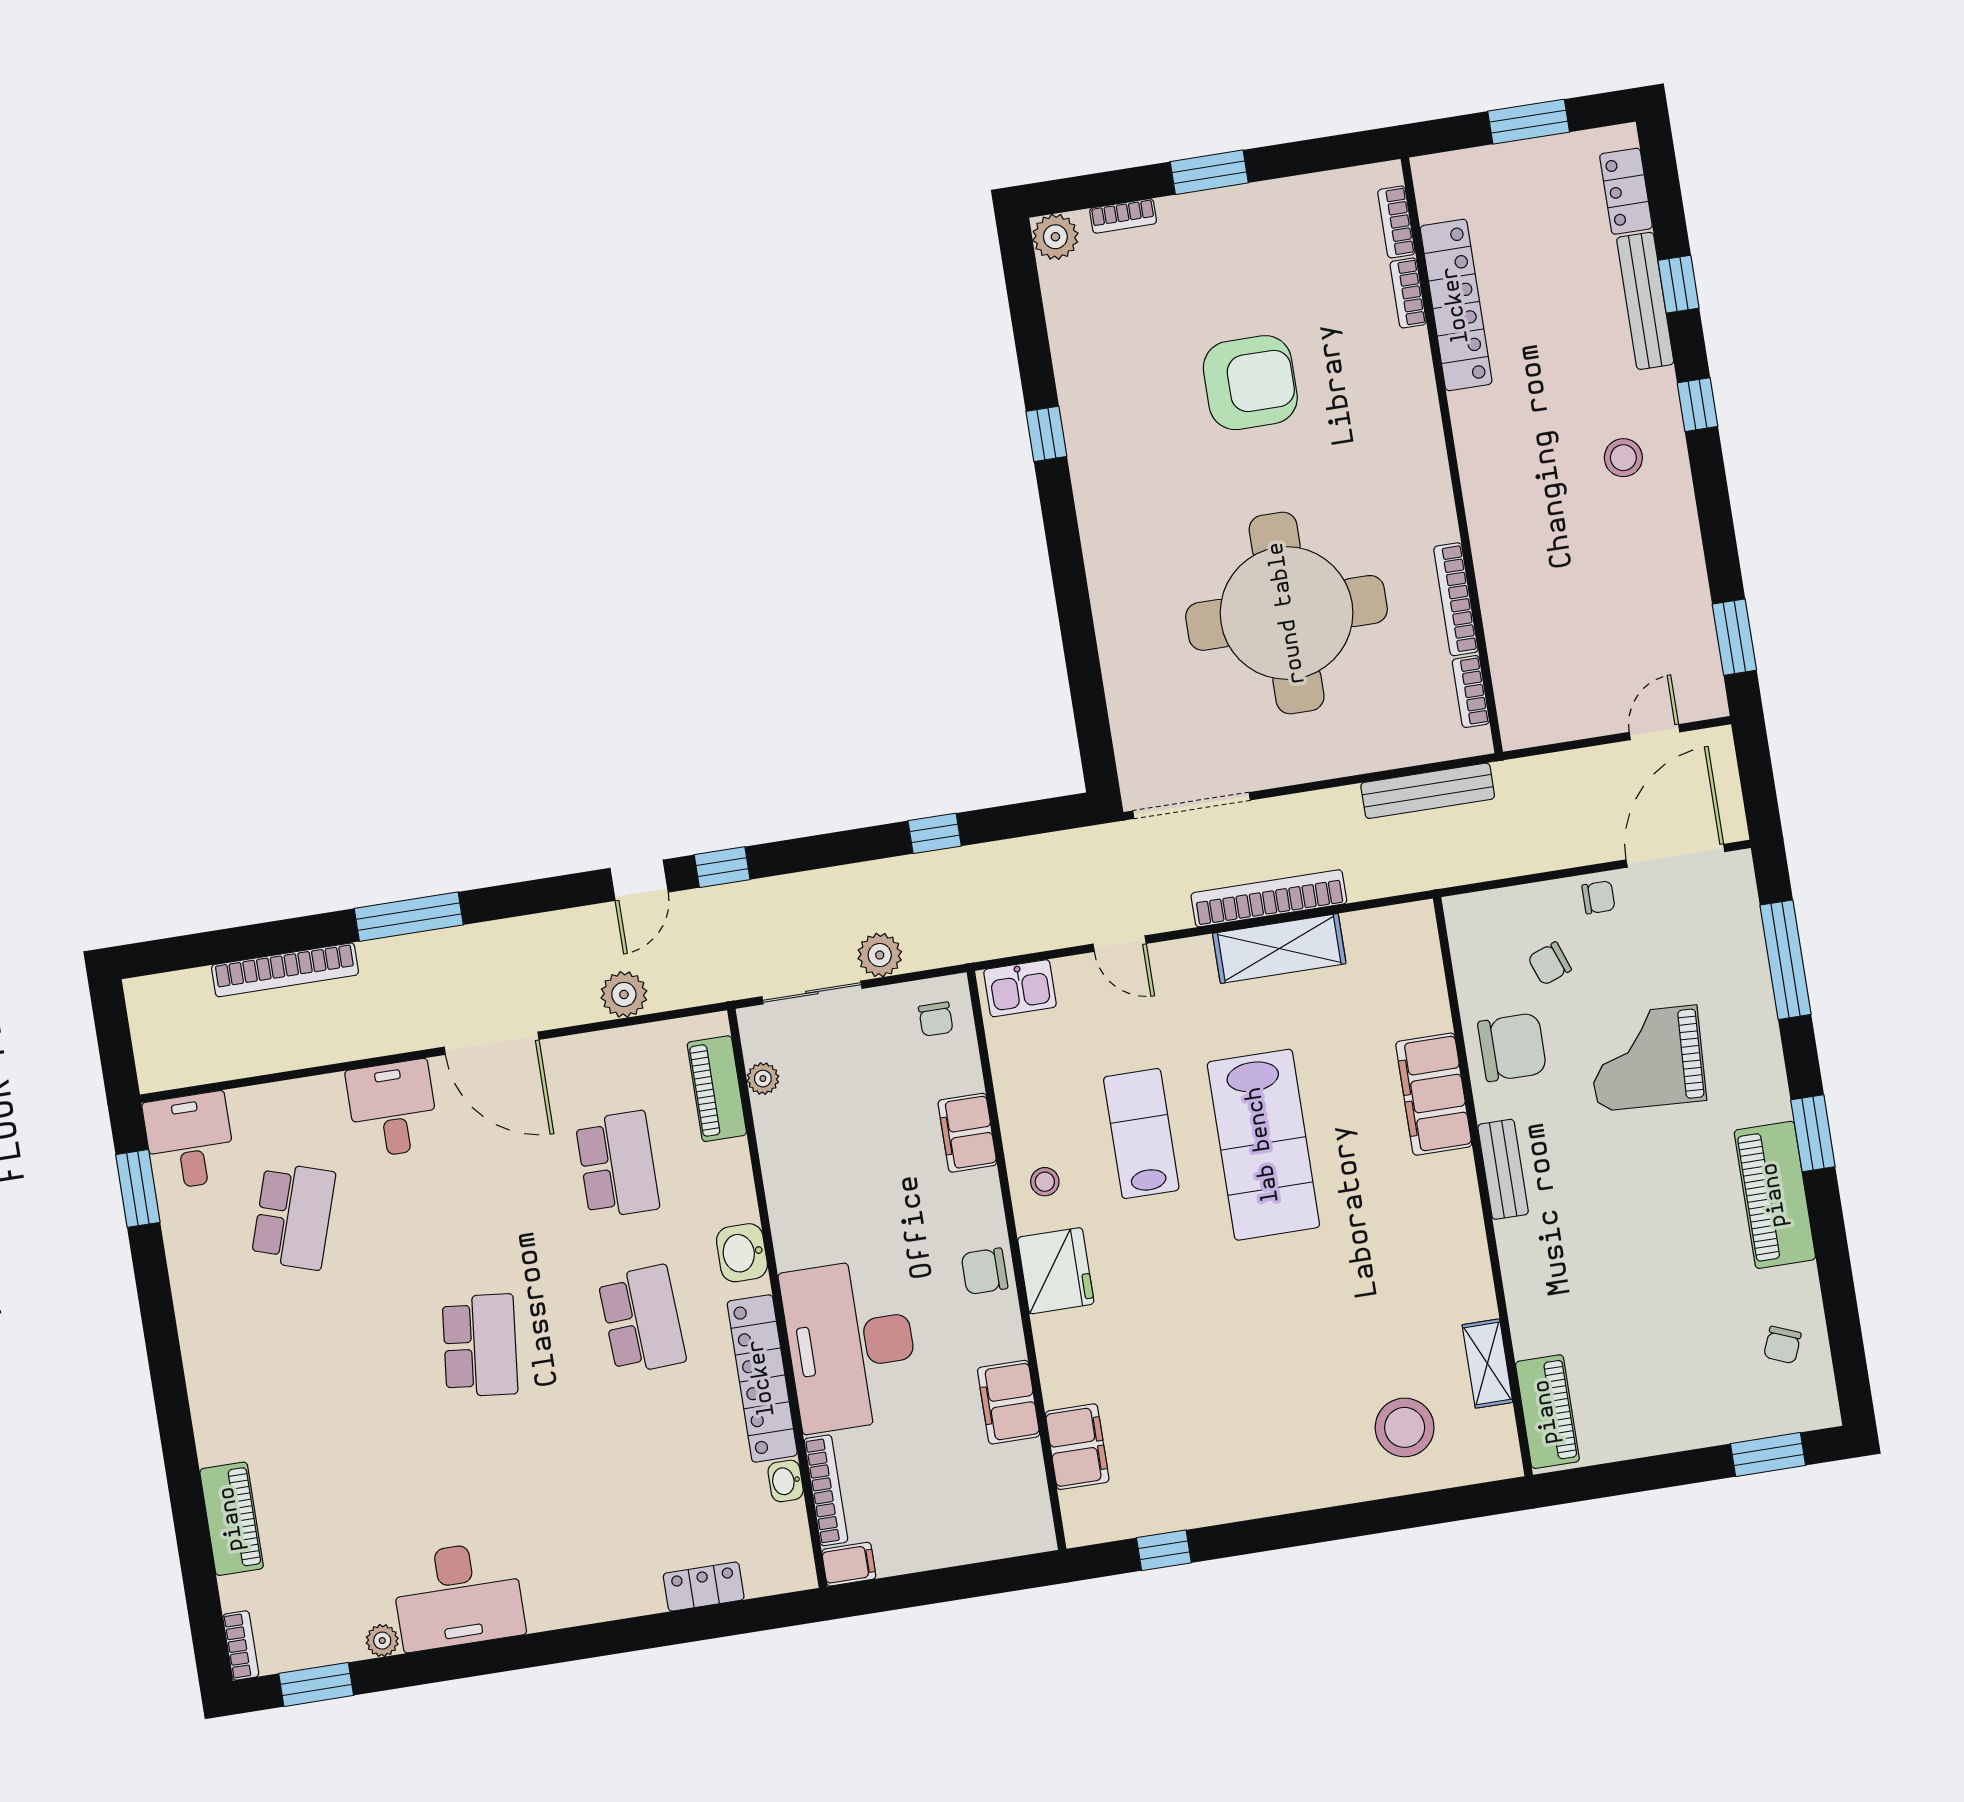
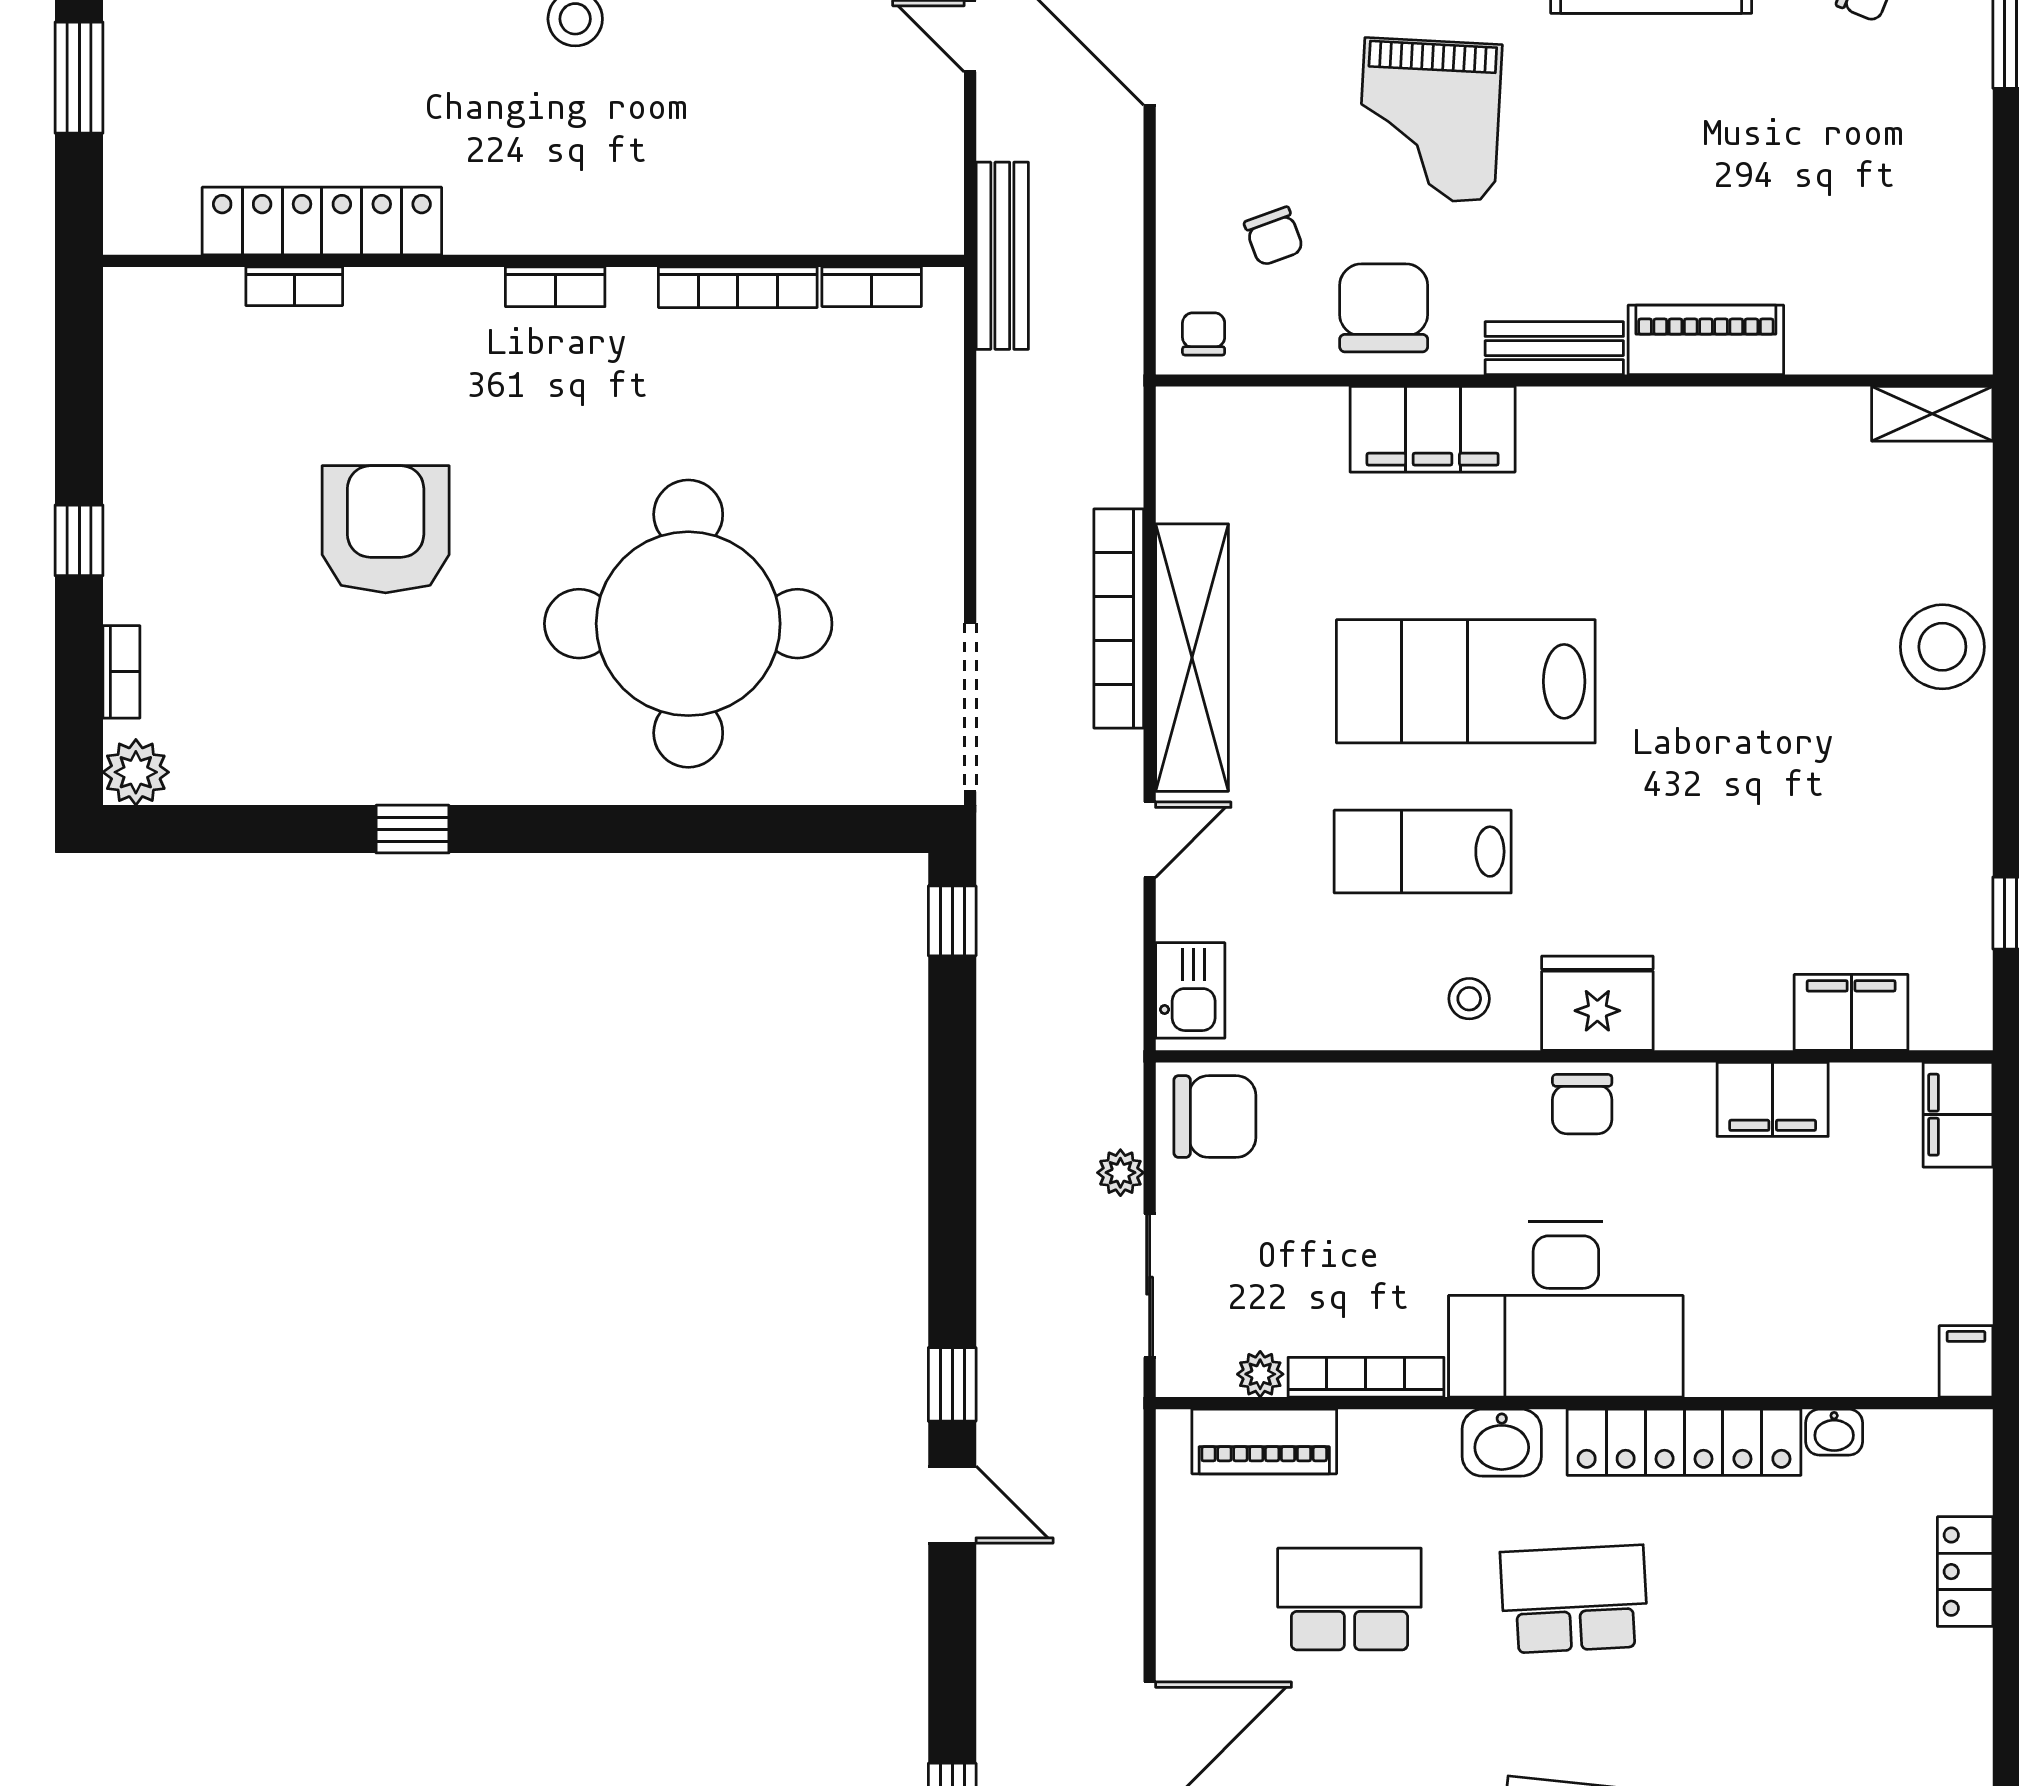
window: (1209, 172) -> (79, 540), width x0.67
bookcase: (1396, 222) -> (555, 287), moved
round table: (1287, 613) -> (688, 624), moved
bench: (1428, 791) -> (1002, 256), moved
window: (935, 833) -> (952, 921), moved
chair: (1598, 897) -> (1204, 334), moved
shelving: (1279, 948) -> (1192, 658), width x1.47
plant: (880, 955) -> (1120, 1173), width x0.73, depth x0.73
plant: (624, 994) -> (1110, 1552), removed
chair: (936, 1019) -> (1215, 1117), width x1.87, depth x1.87
filing cabinet: (967, 1133) -> (1958, 1115), moved, turned 90
lab bench: (1263, 1145) -> (1466, 681), turned 180
desk: (851, 1345) -> (1566, 1309), moved
shelving: (1487, 1364) -> (1932, 414), moved
piano: (1547, 1412) -> (1706, 340), moved
stool: (1405, 1427) -> (1942, 647), moved
bookcase: (826, 1490) -> (1366, 1377), moved

